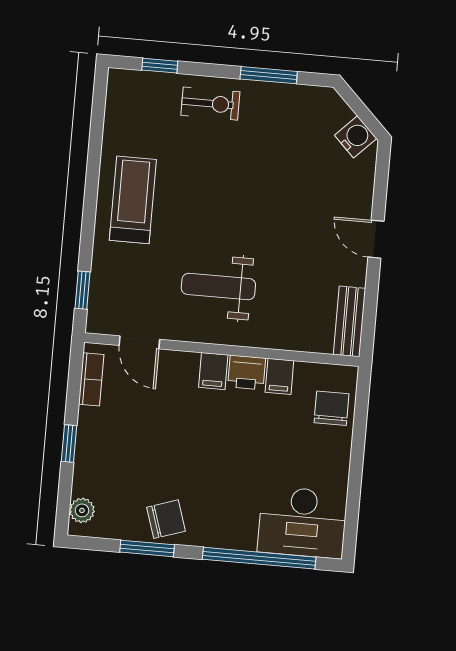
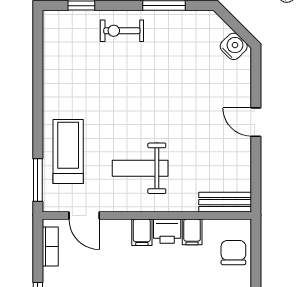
exercise bike: (210, 104) -> (122, 31), turned 180
treadmill: (133, 200) -> (68, 152), moved
window: (82, 290) -> (38, 180), width x1.50
bench: (350, 321) -> (225, 202), moved, turned 90

